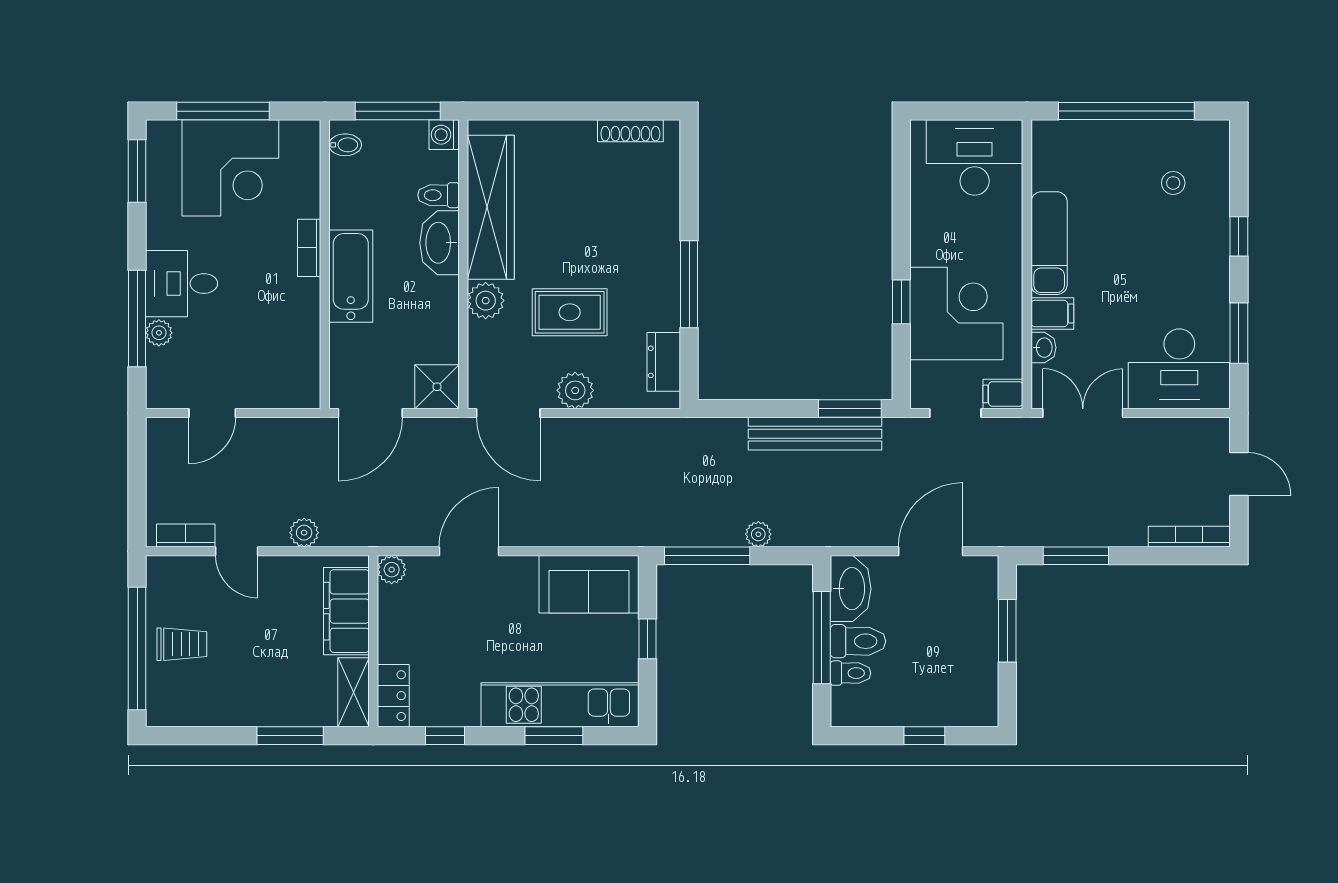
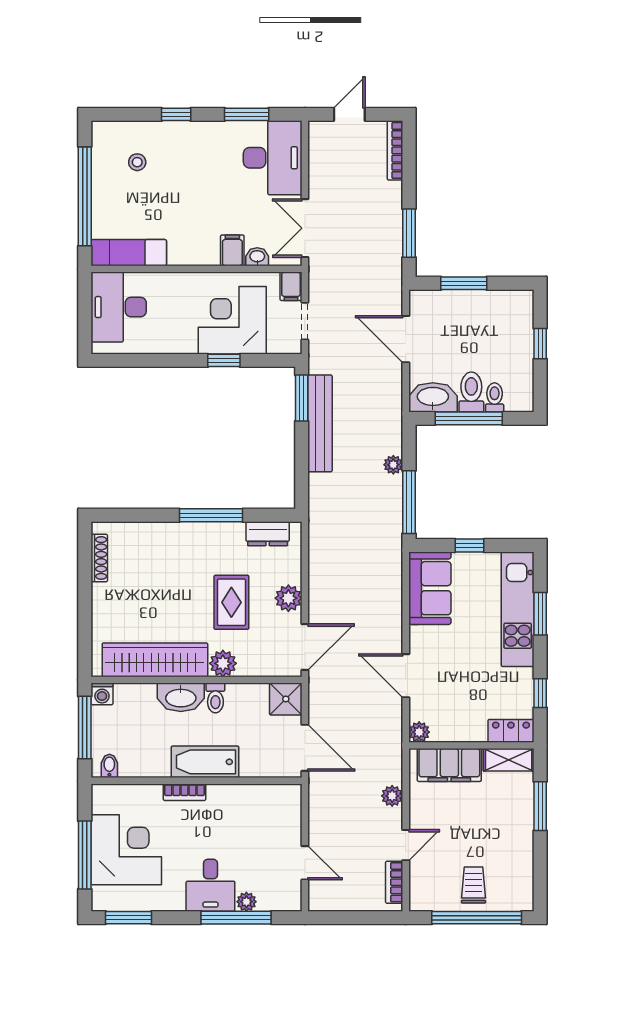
toilet: (438, 195) -> (215, 698), moved
exam couch: (1049, 243) -> (129, 253), moved

